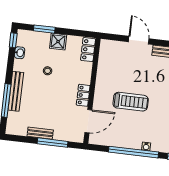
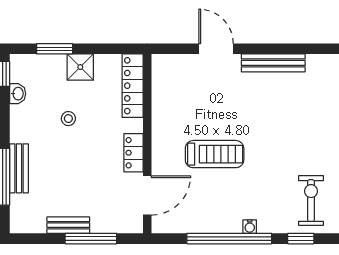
locker: (88, 50) -> (133, 86), width x1.53
bench: (16, 91) -> (19, 168), width x0.73

